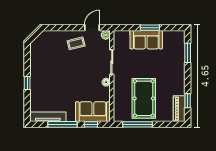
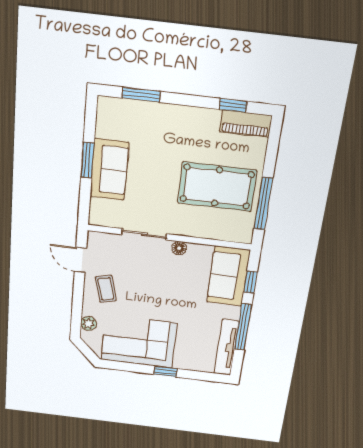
plant: (106, 35) -> (88, 323), moved
corner sofa: (45, 65) -> (139, 342), added

